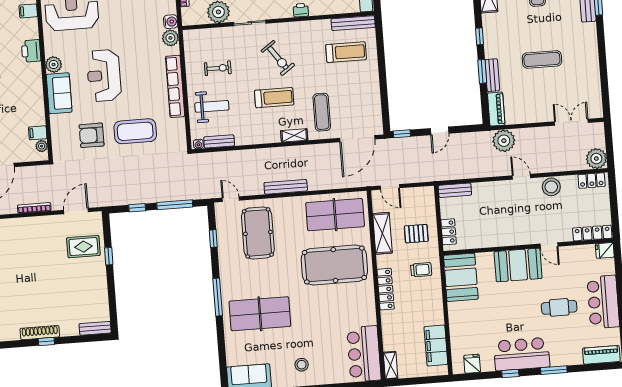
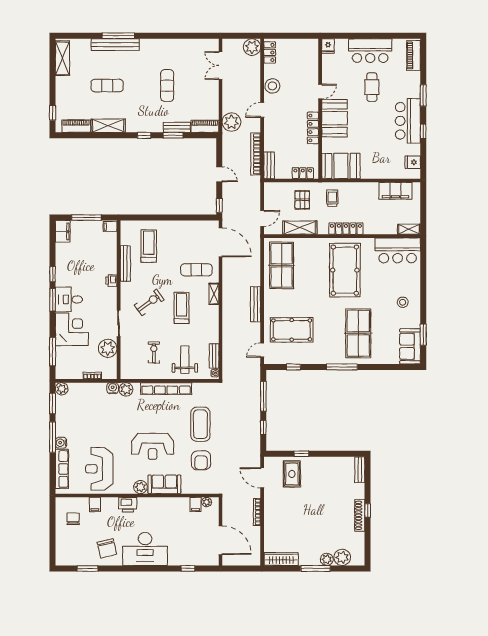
bench: (353, 23) -> (125, 264), moved
bookcase: (468, 173) -> (256, 154), added
locker: (592, 233) -> (313, 128), moved
pool table: (334, 265) -> (345, 270), moved

